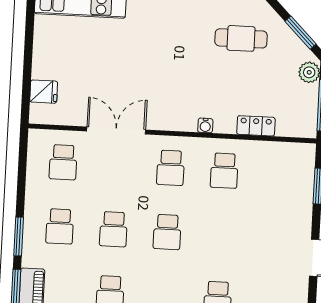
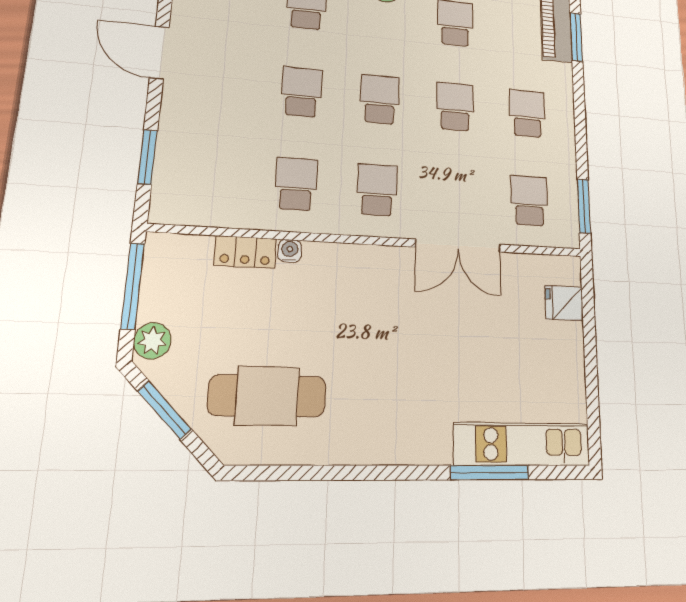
cafe table: (241, 38) -> (267, 396), width x1.37, depth x1.35
water cooler: (205, 125) -> (290, 251), moved
school desk: (221, 235) -> (302, 92), added
window: (19, 237) -> (584, 206), moved

